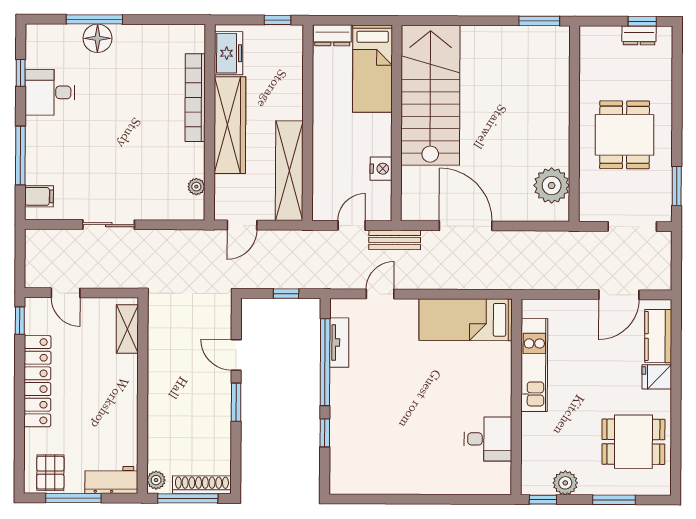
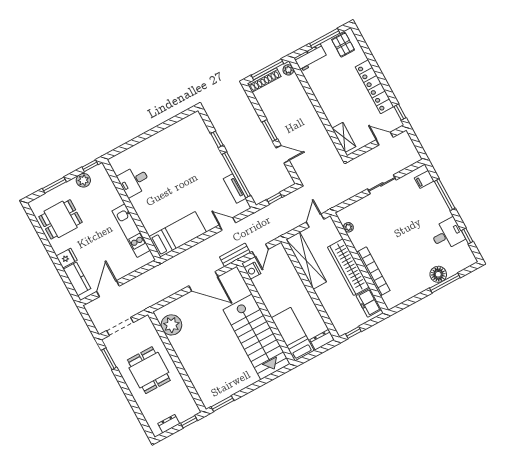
window: (642, 21) -> (189, 422), moved
nightstand: (381, 169) -> (252, 271), moved
door: (380, 294) -> (227, 224), swing flipped

